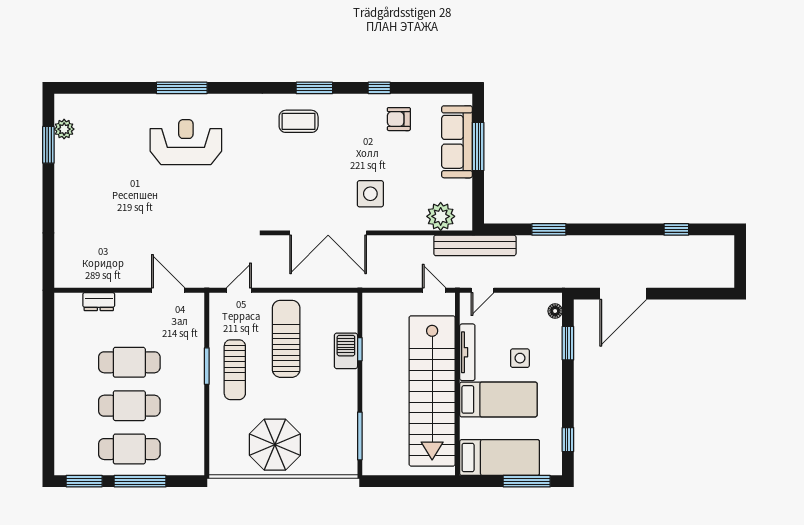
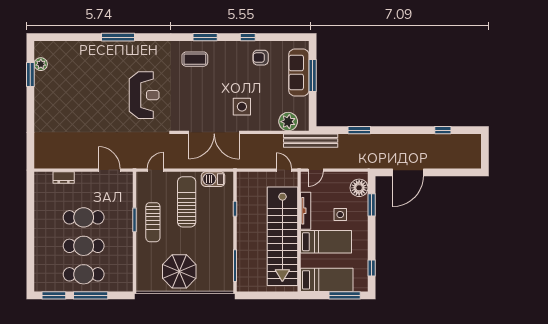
reception desk: (186, 142) -> (144, 95), moved, turned 90
floor lamp: (555, 311) -> (359, 188), width x1.89, depth x1.89
barbecue: (346, 351) -> (213, 179), moved, turned -90

